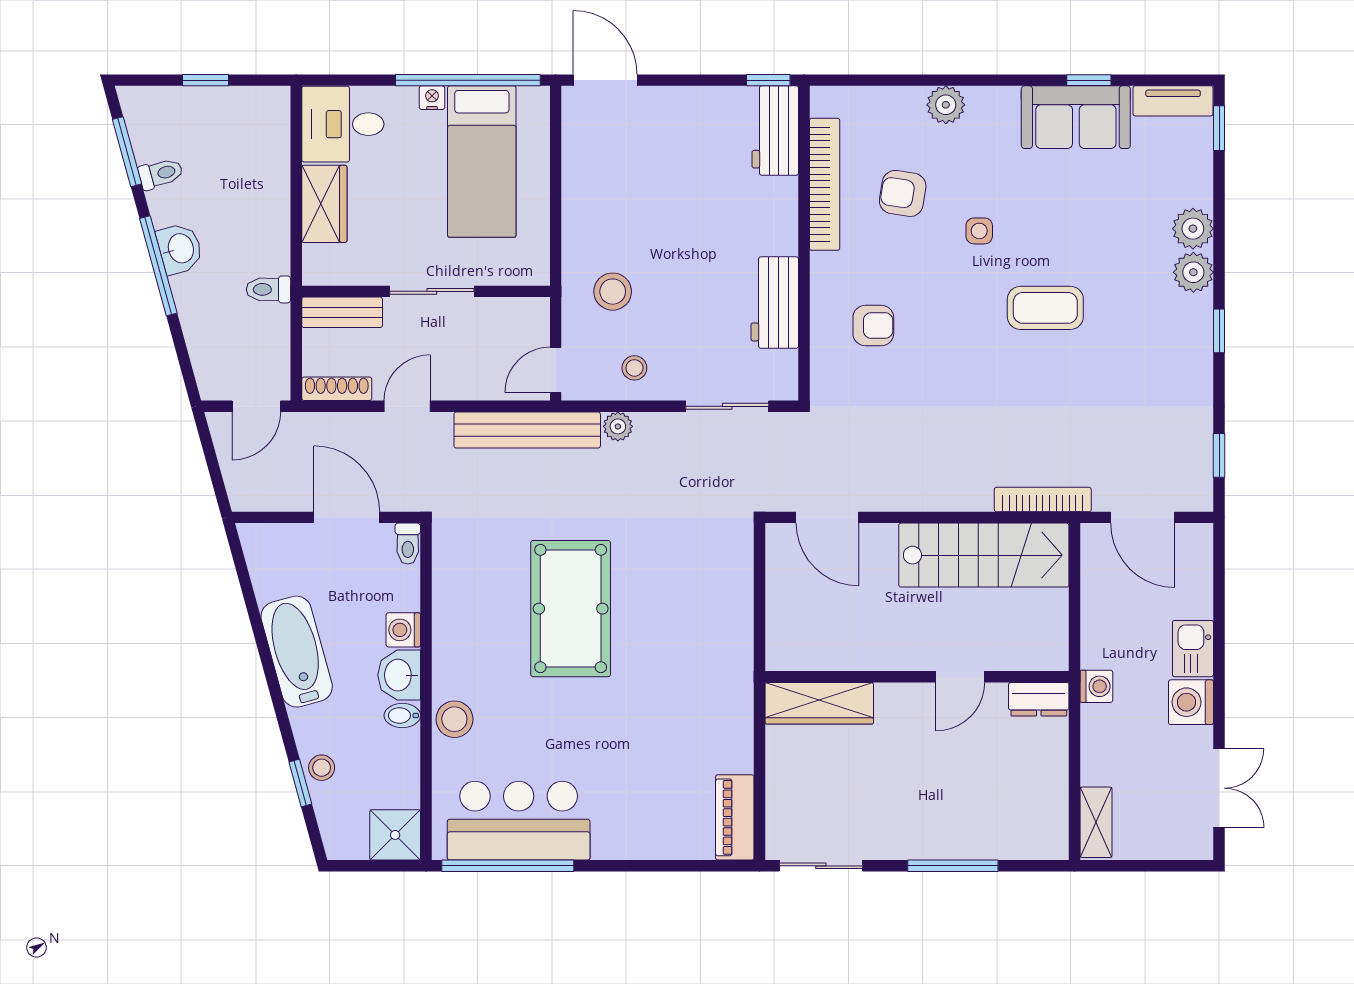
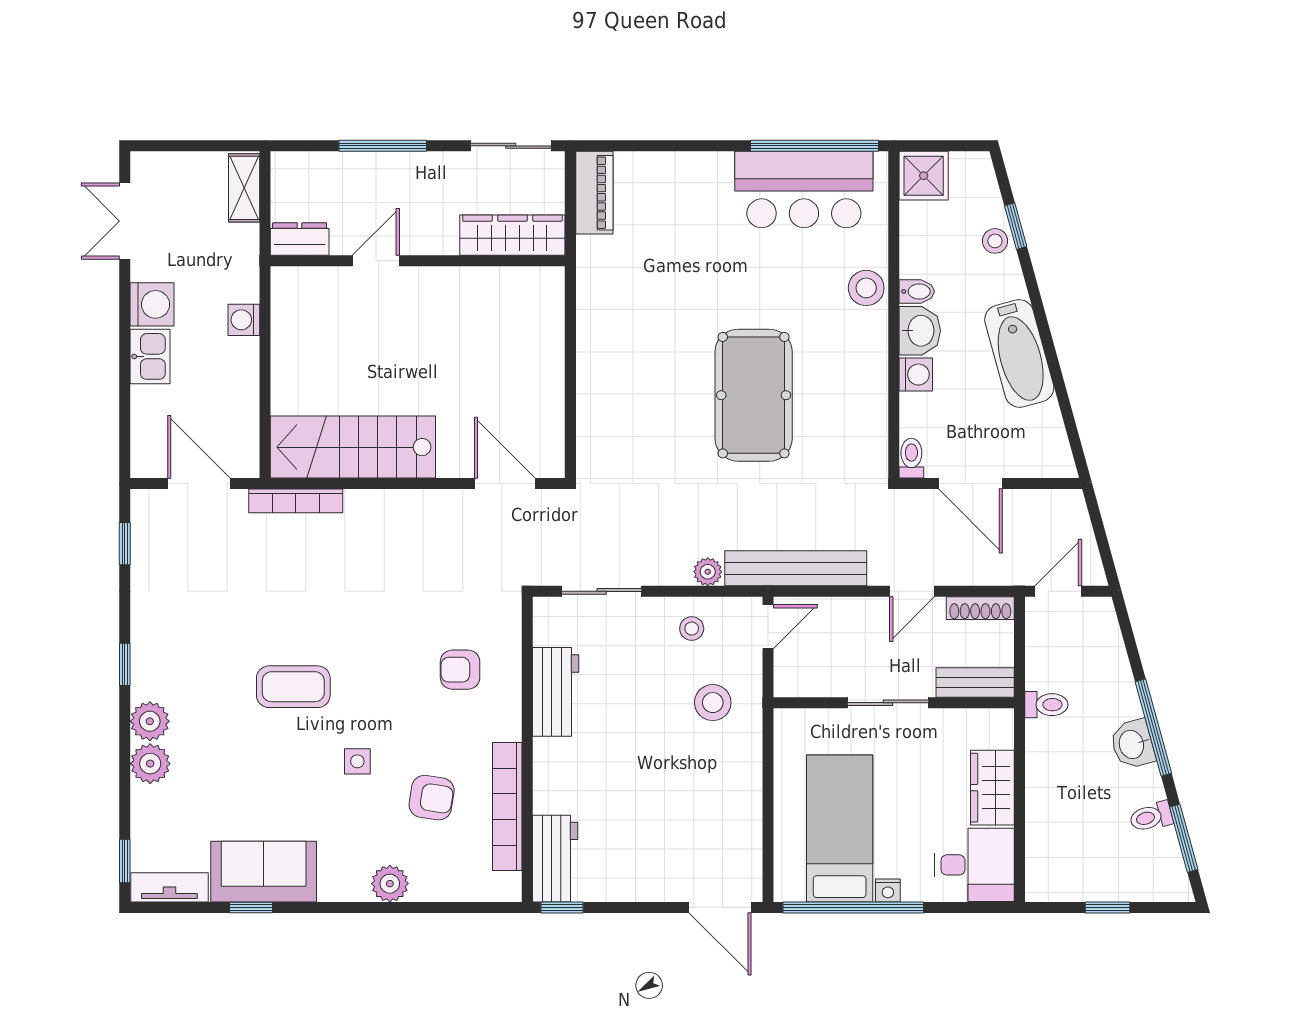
wall: (917, 677) -> (418, 261), moved
door: (960, 677) -> (376, 261), moved
dresser: (1039, 699) -> (300, 239), moved
wardrobe: (819, 703) -> (512, 235), moved

